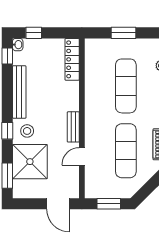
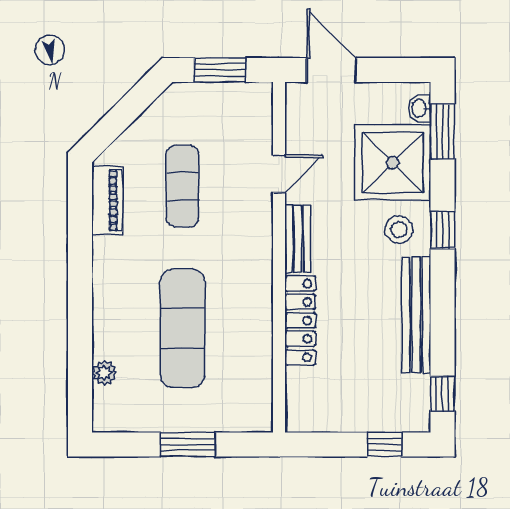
washbasin: (18, 45) -> (420, 109), moved
locker: (72, 59) -> (300, 320), moved
exercise mat: (126, 151) -> (182, 186), width x0.73, depth x0.69

